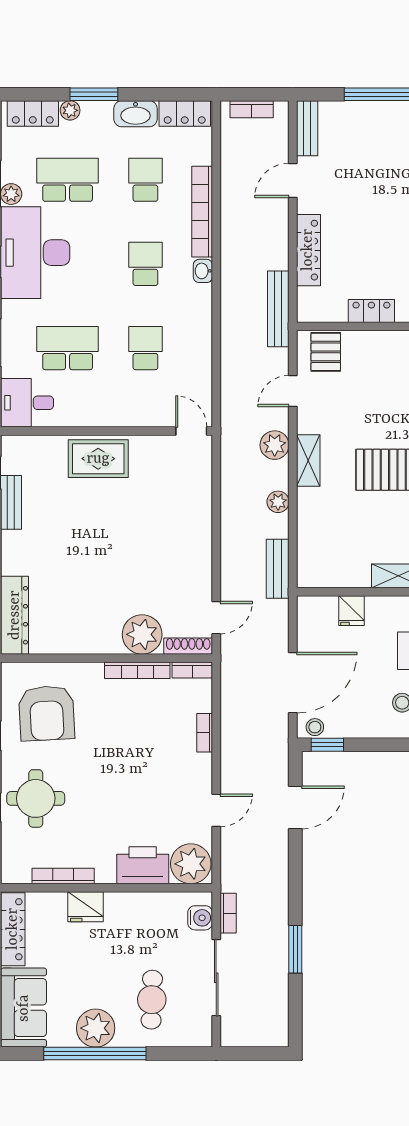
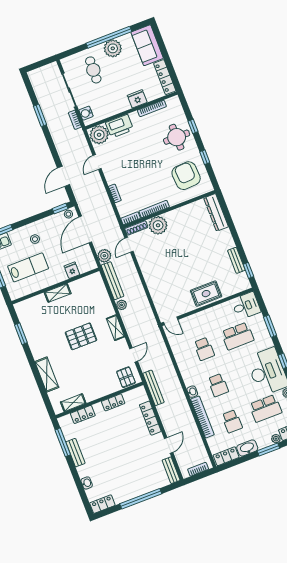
plant: (275, 445) -> (104, 256), moved
bench: (278, 569) -> (112, 281), width x1.36

